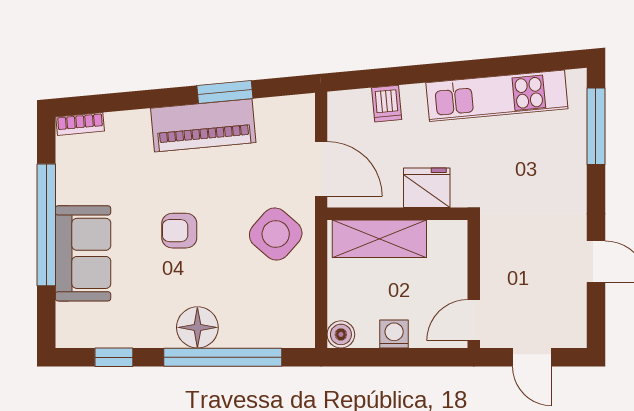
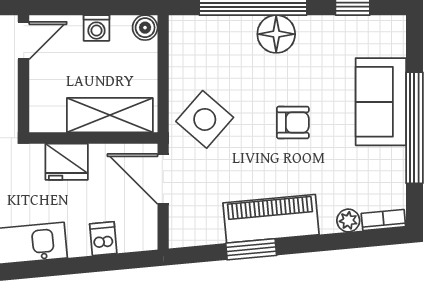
plant: (119, 123) -> (348, 221), added

